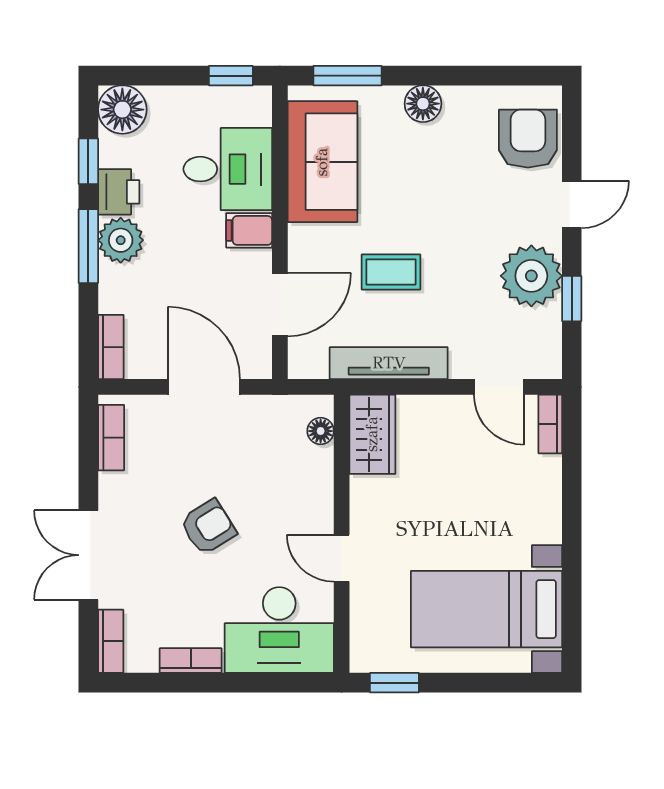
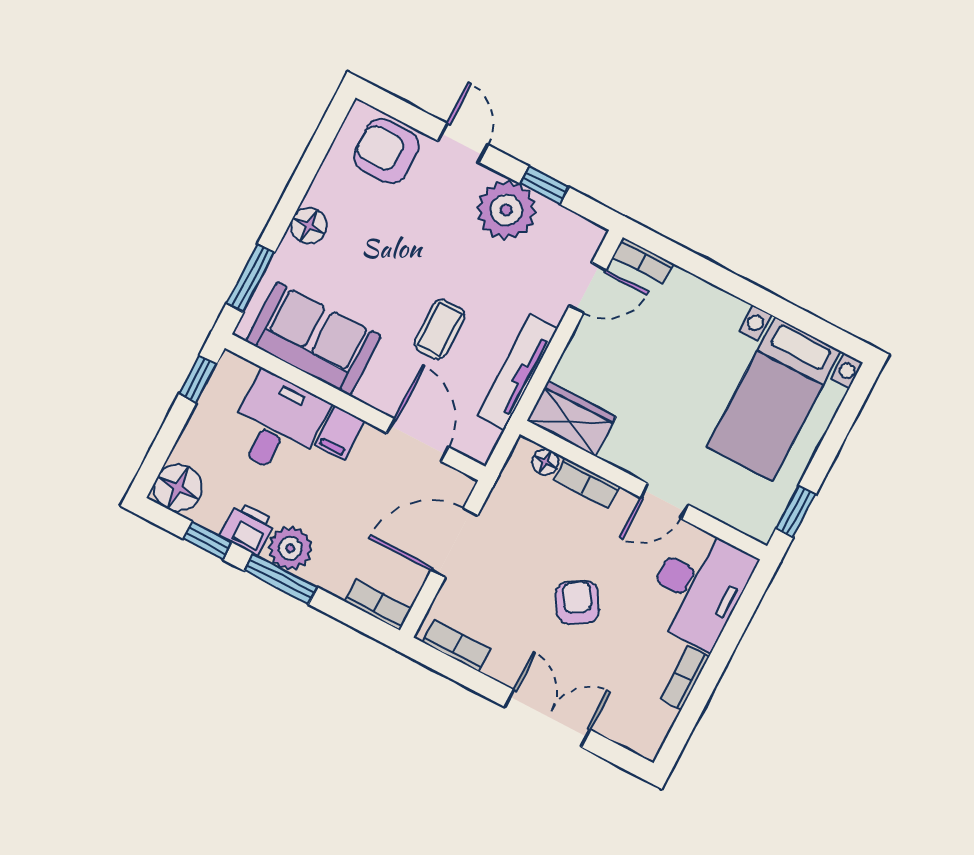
double door: (88, 555) -> (547, 718), swing flipped
bookcase: (111, 641) -> (587, 483), moved, turned 180

